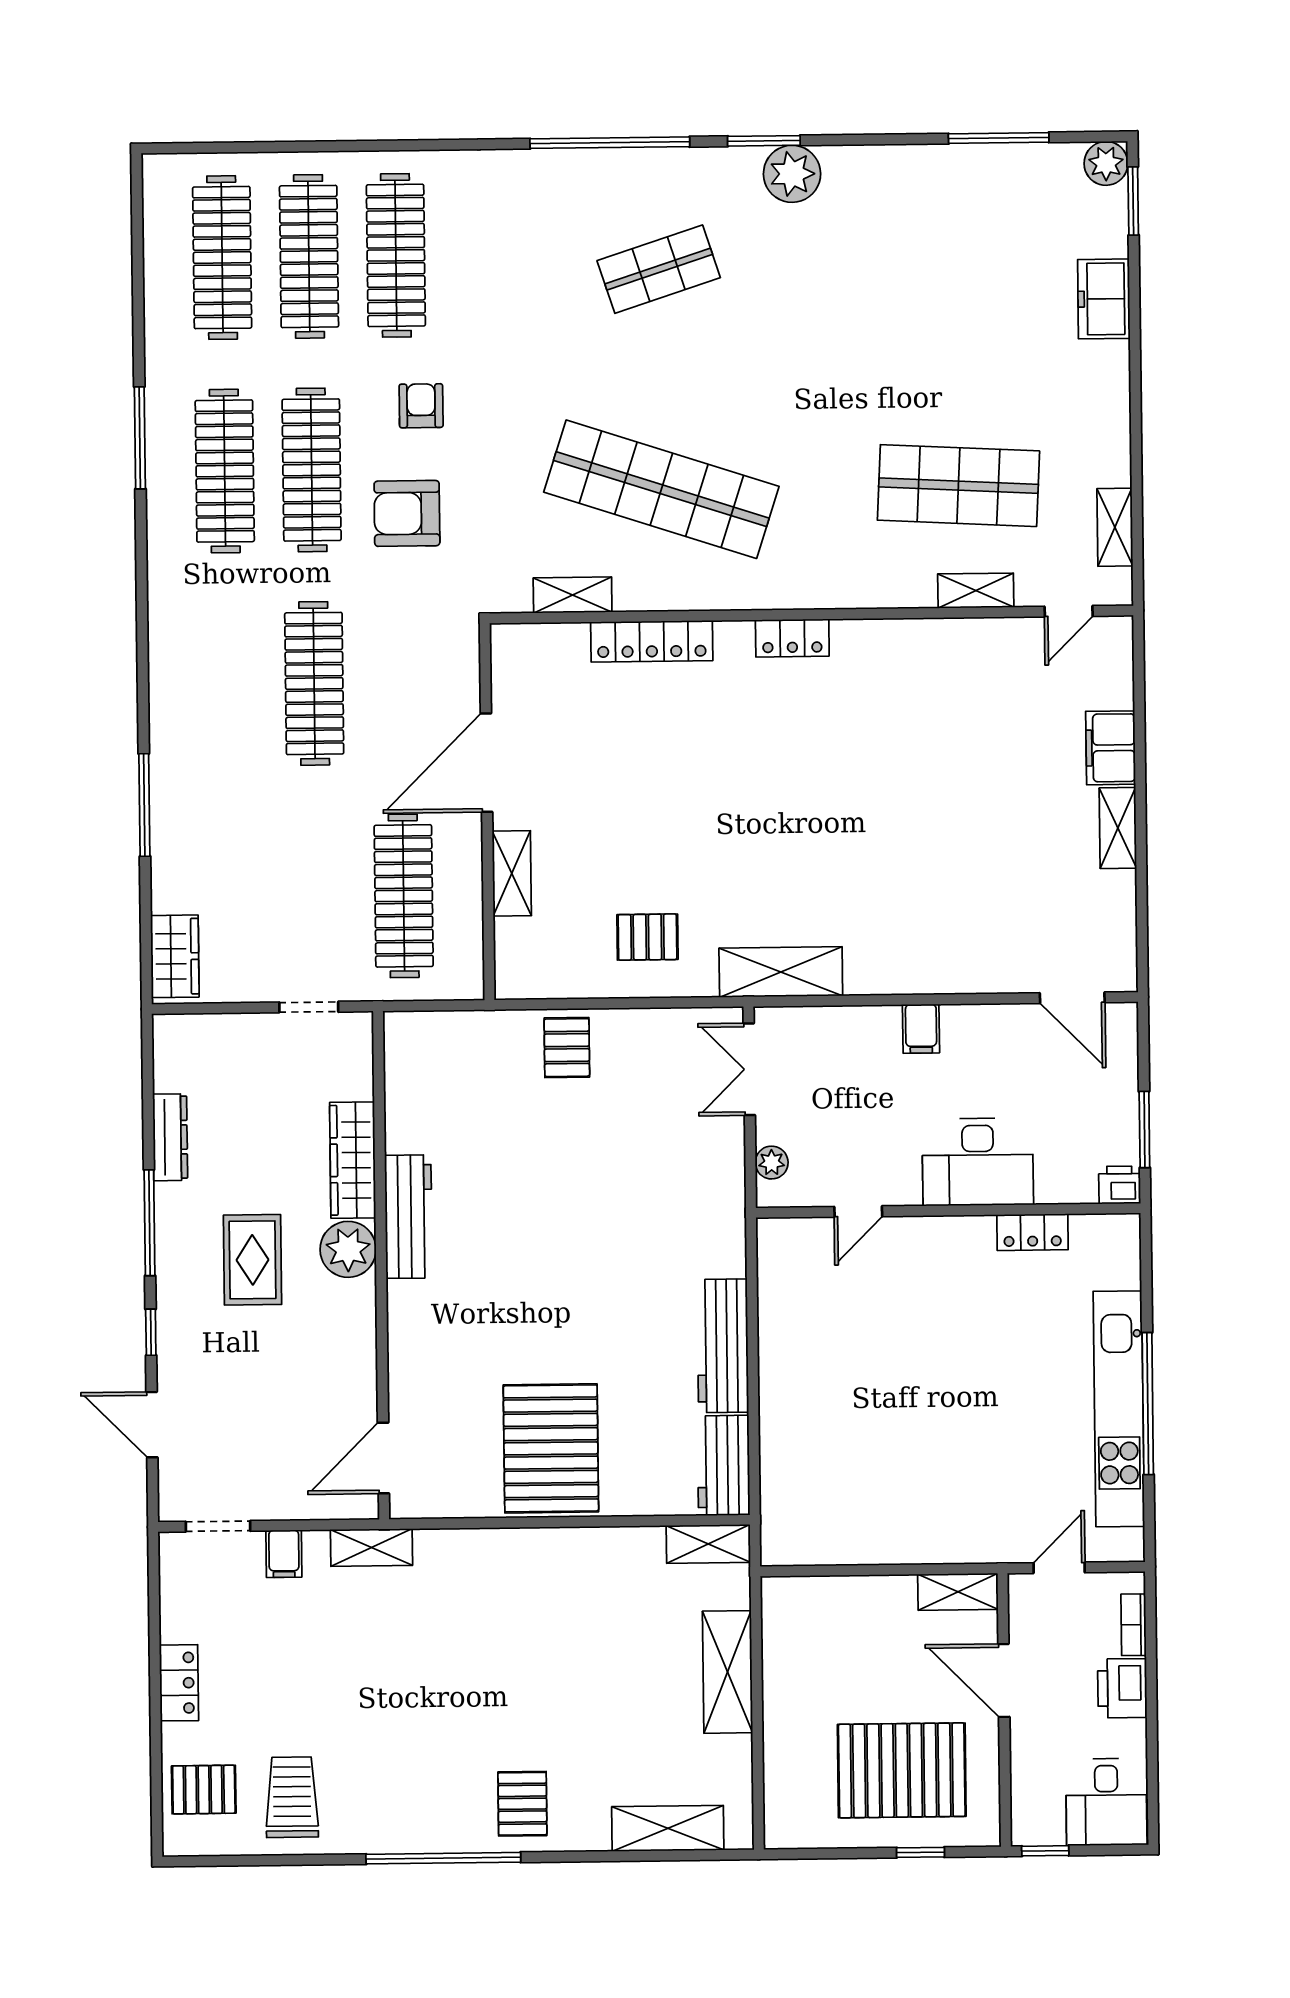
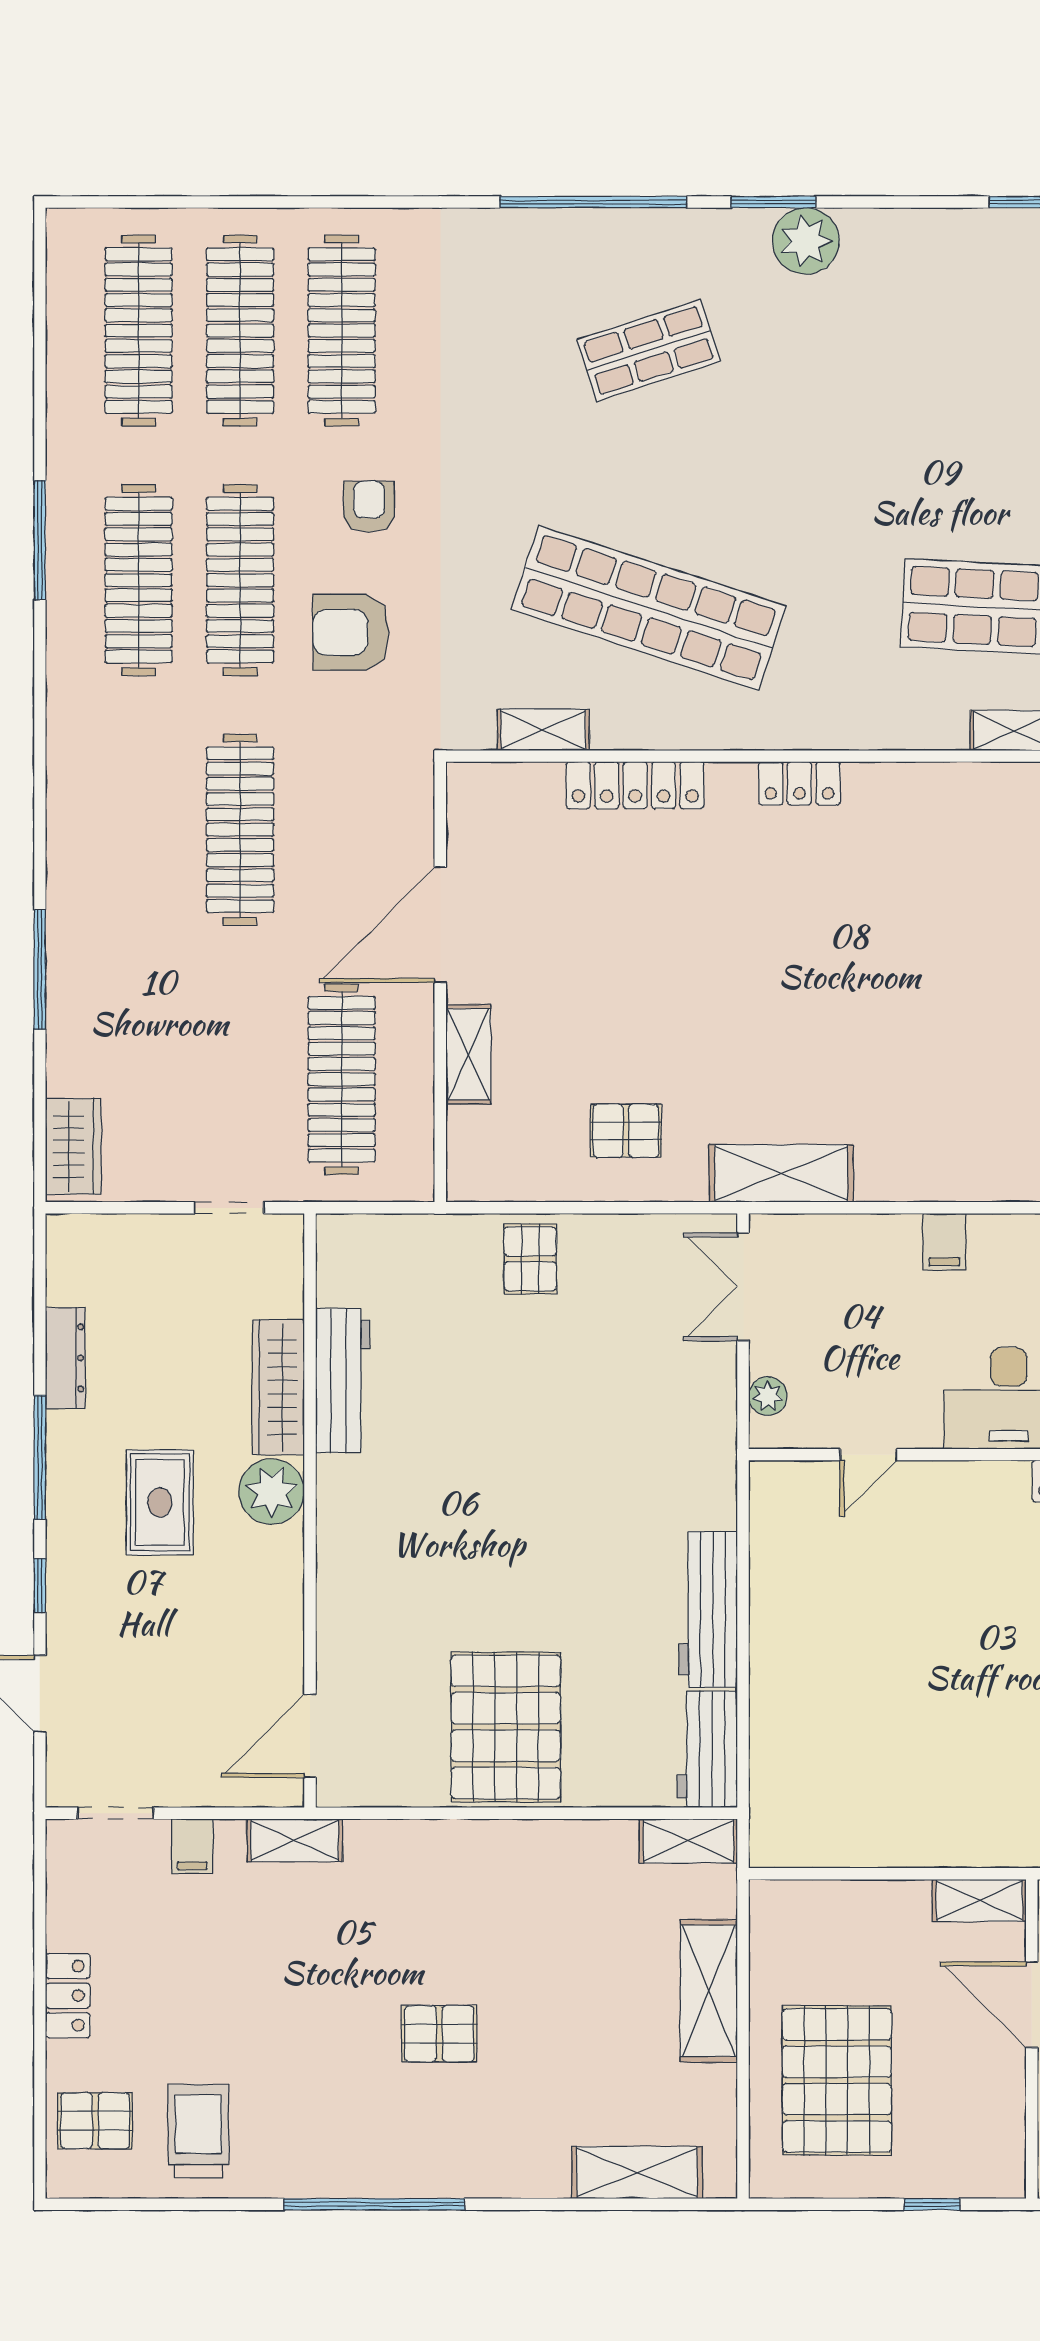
workbench: (408, 1217) -> (343, 1381), moved
pallet: (902, 1770) -> (837, 2080), moved, turned 90
pallet: (522, 1804) -> (439, 2034), moved, turned 90

